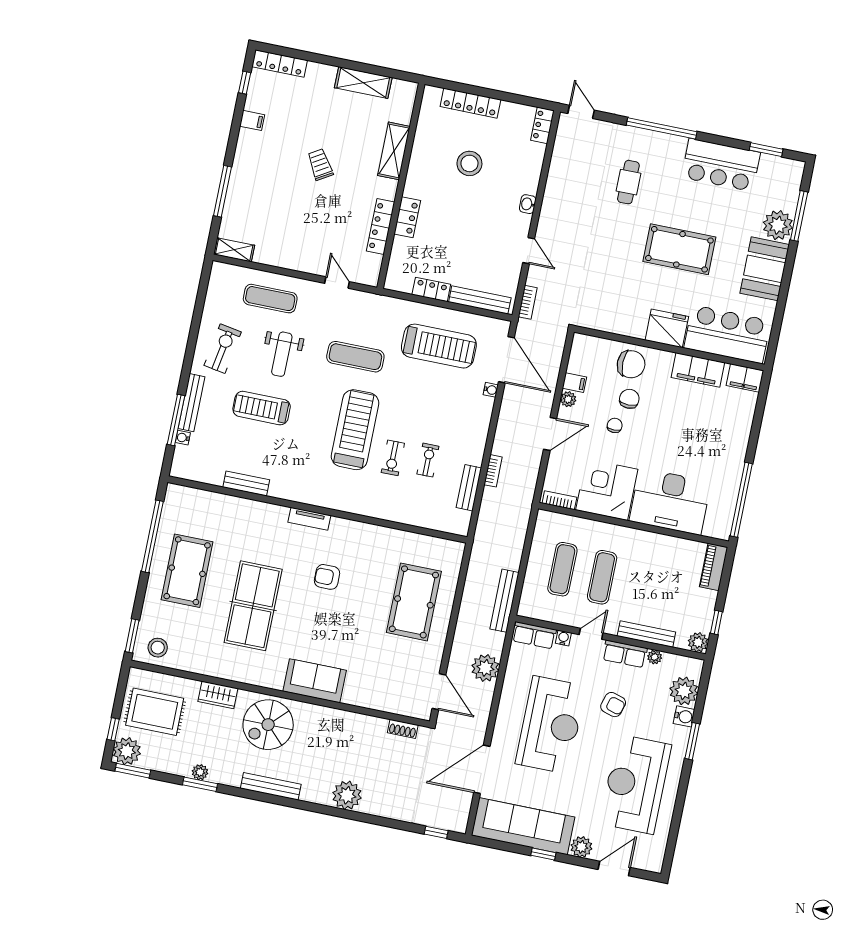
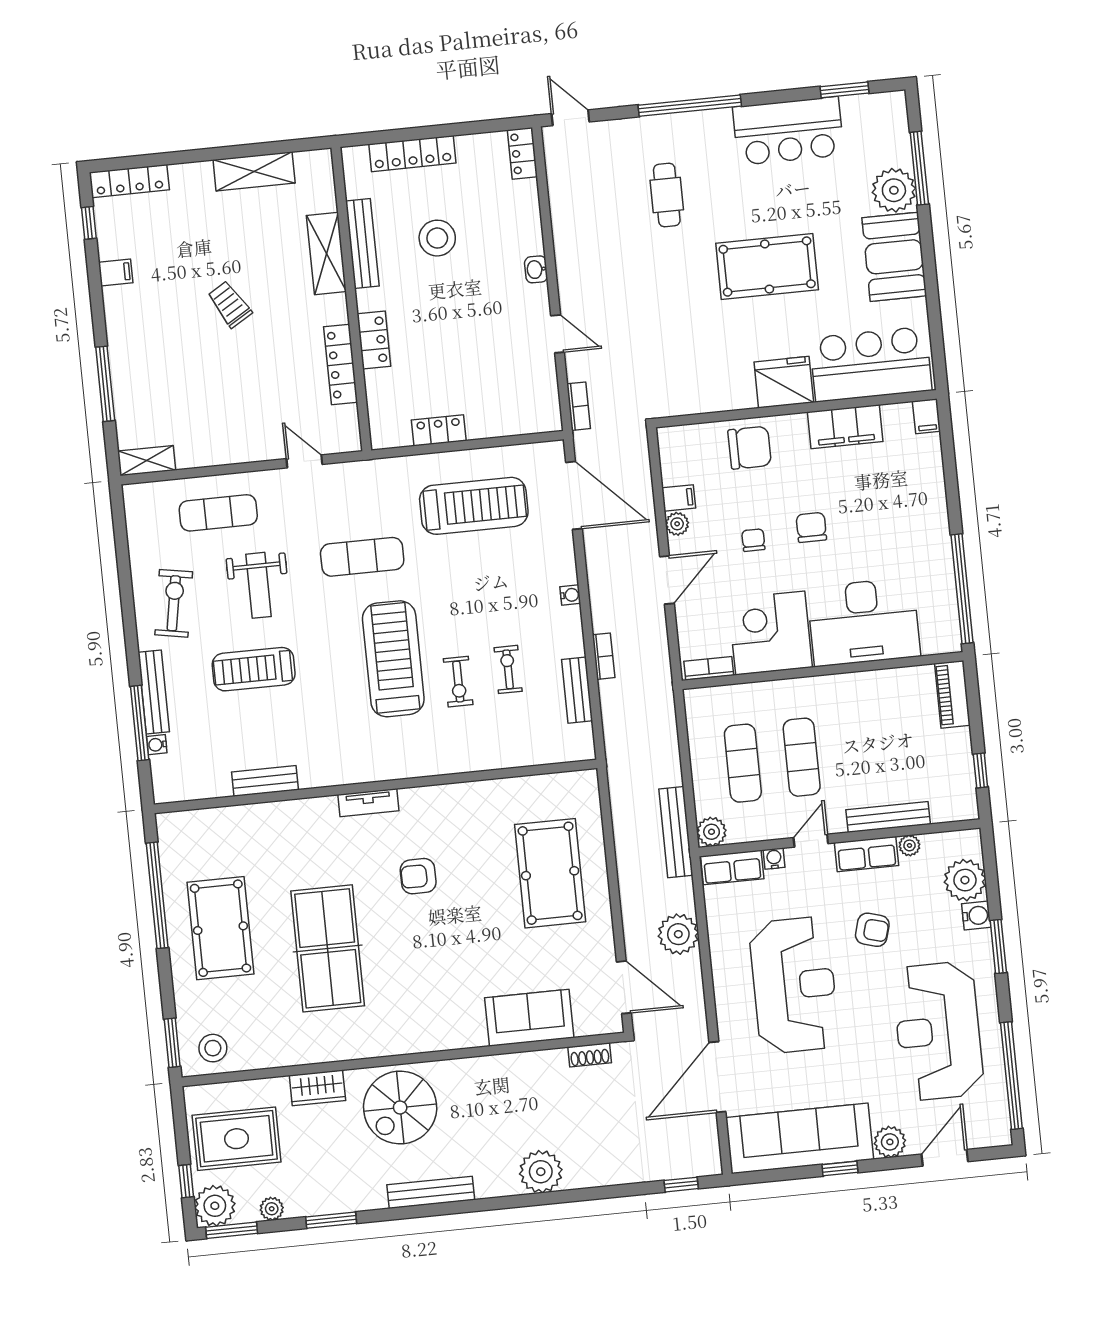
bench: (480, 300) -> (362, 244), moved, turned 90
filing cabinet: (745, 378) -> (926, 416), width x0.50
water cooler: (491, 390) -> (570, 595), moved
chair: (629, 399) -> (811, 527), moved
plant: (698, 642) -> (712, 832), moved
sofa: (315, 681) -> (529, 1018), moved
plant: (200, 772) -> (272, 1209), moved
window: (674, 828) -> (1011, 1076), added

